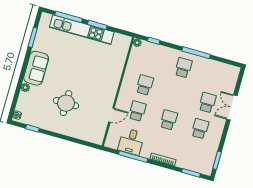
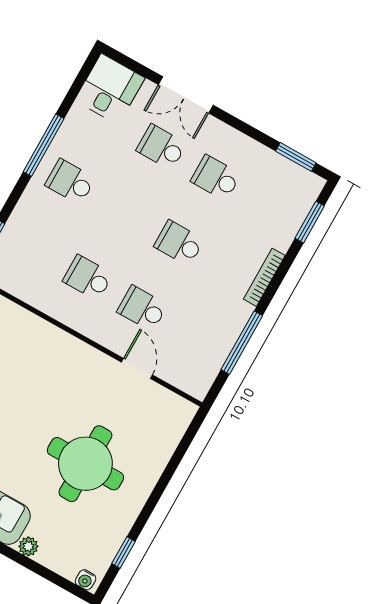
round table: (66, 103) -> (85, 464), width x1.36, depth x1.36
desk: (131, 142) -> (110, 89), moved, turned -90

